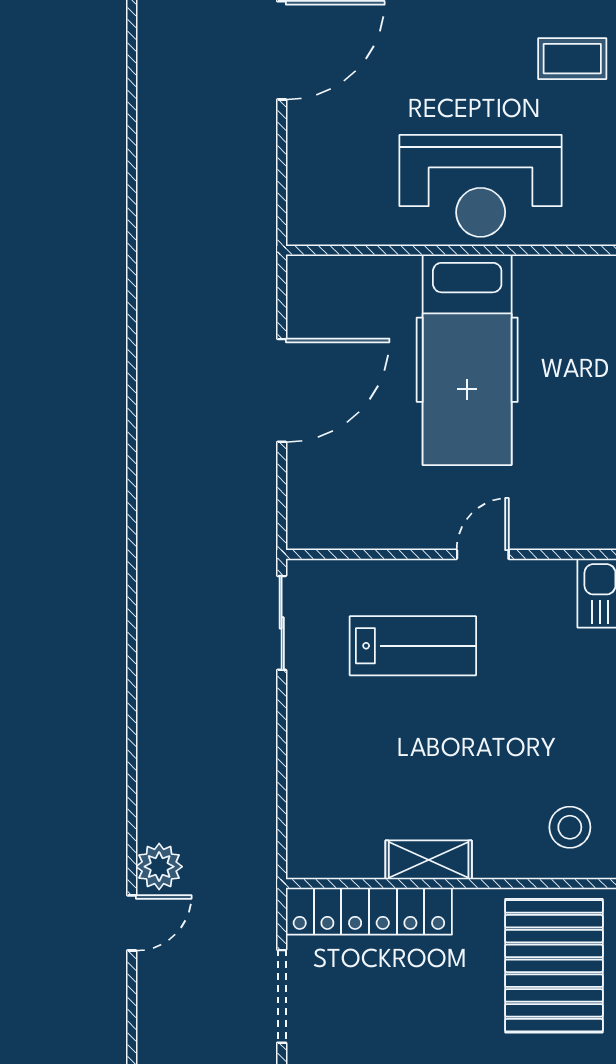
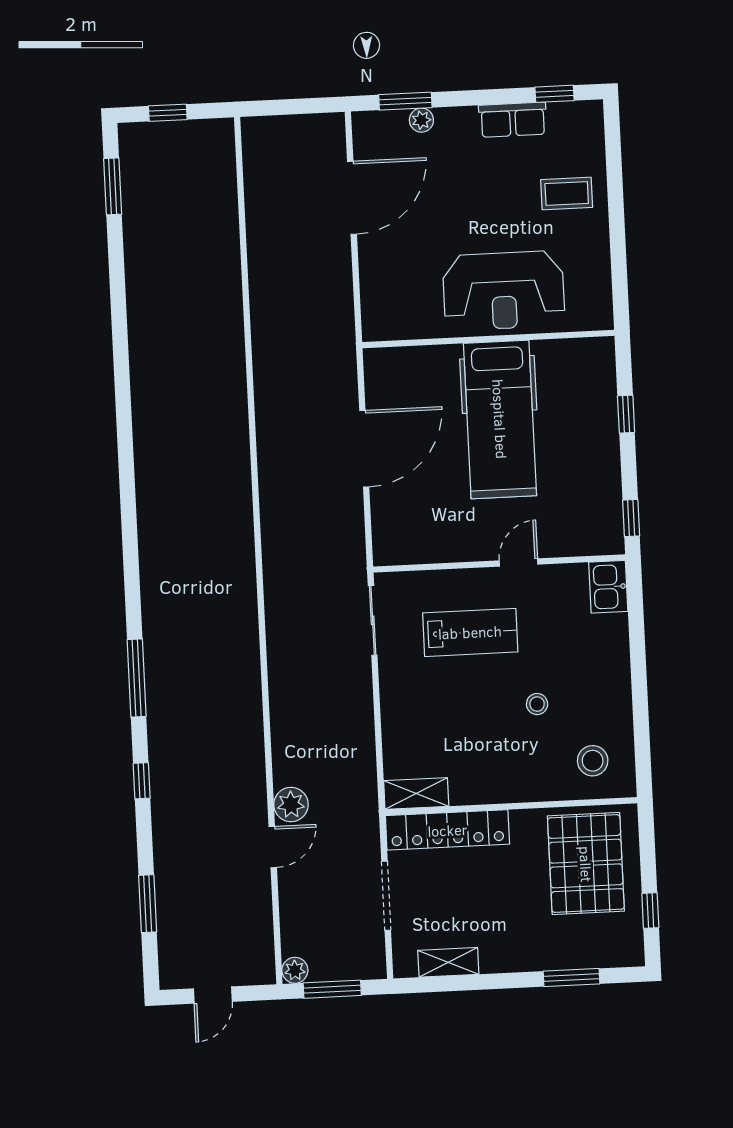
stool: (498, 747) -> (537, 704), added
shelving: (429, 860) -> (416, 793), moved

